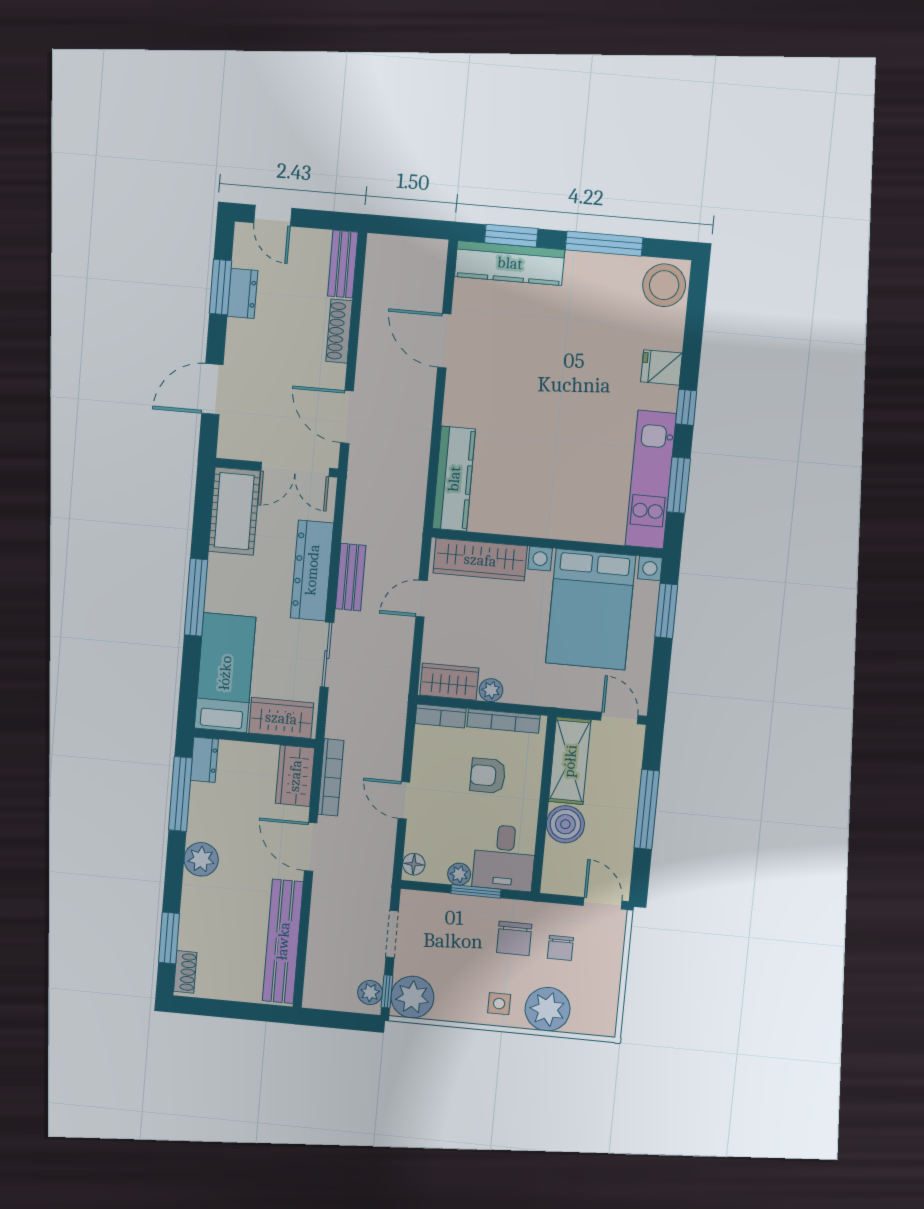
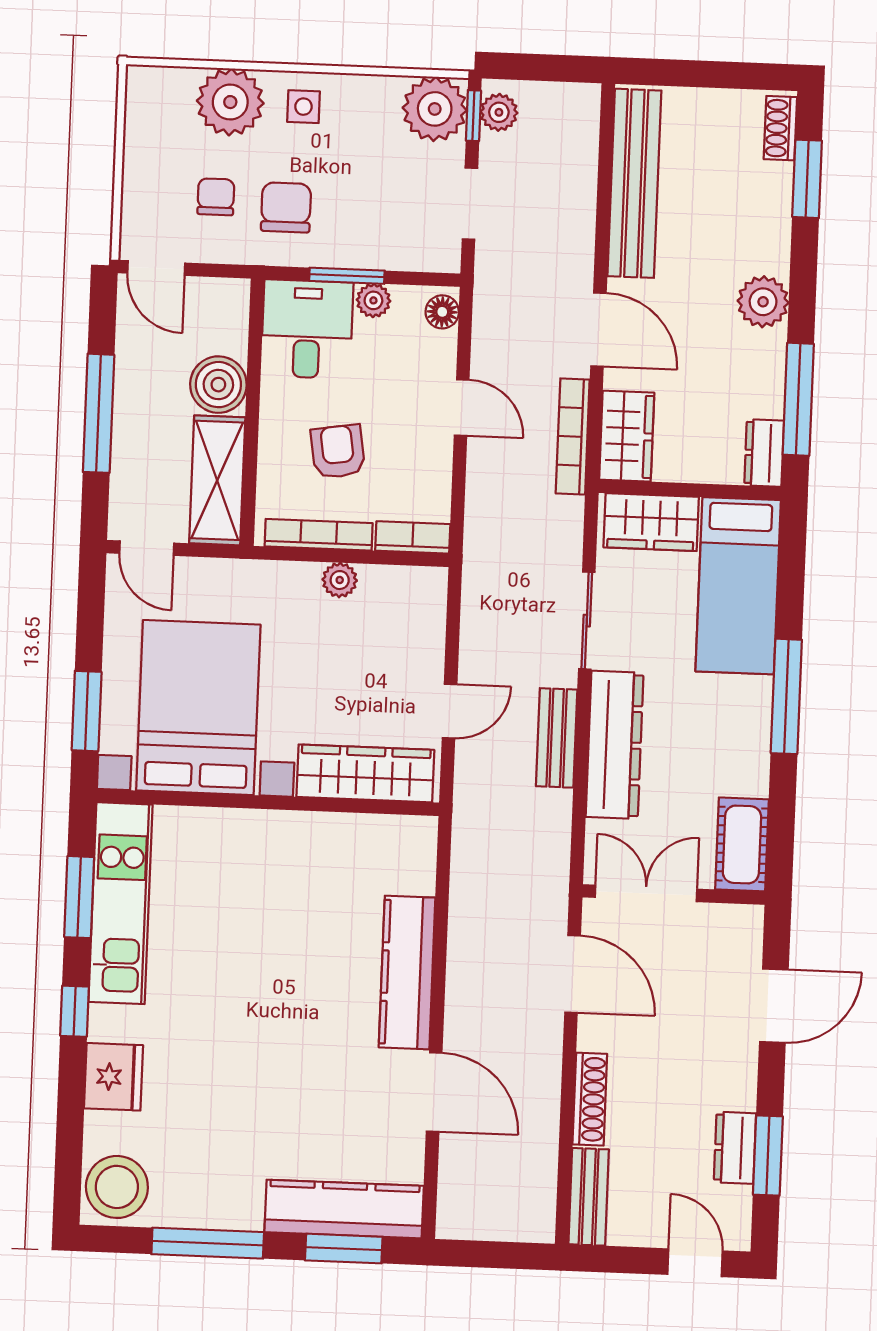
fridge: (661, 367) -> (114, 1077), width x1.38
kitchen counter: (454, 479) -> (407, 973), moved
cot: (234, 511) -> (742, 844), width x0.73, depth x0.75
wardrobe: (449, 682) -> (402, 590), removed
armchair: (488, 776) -> (338, 452), turned -99

